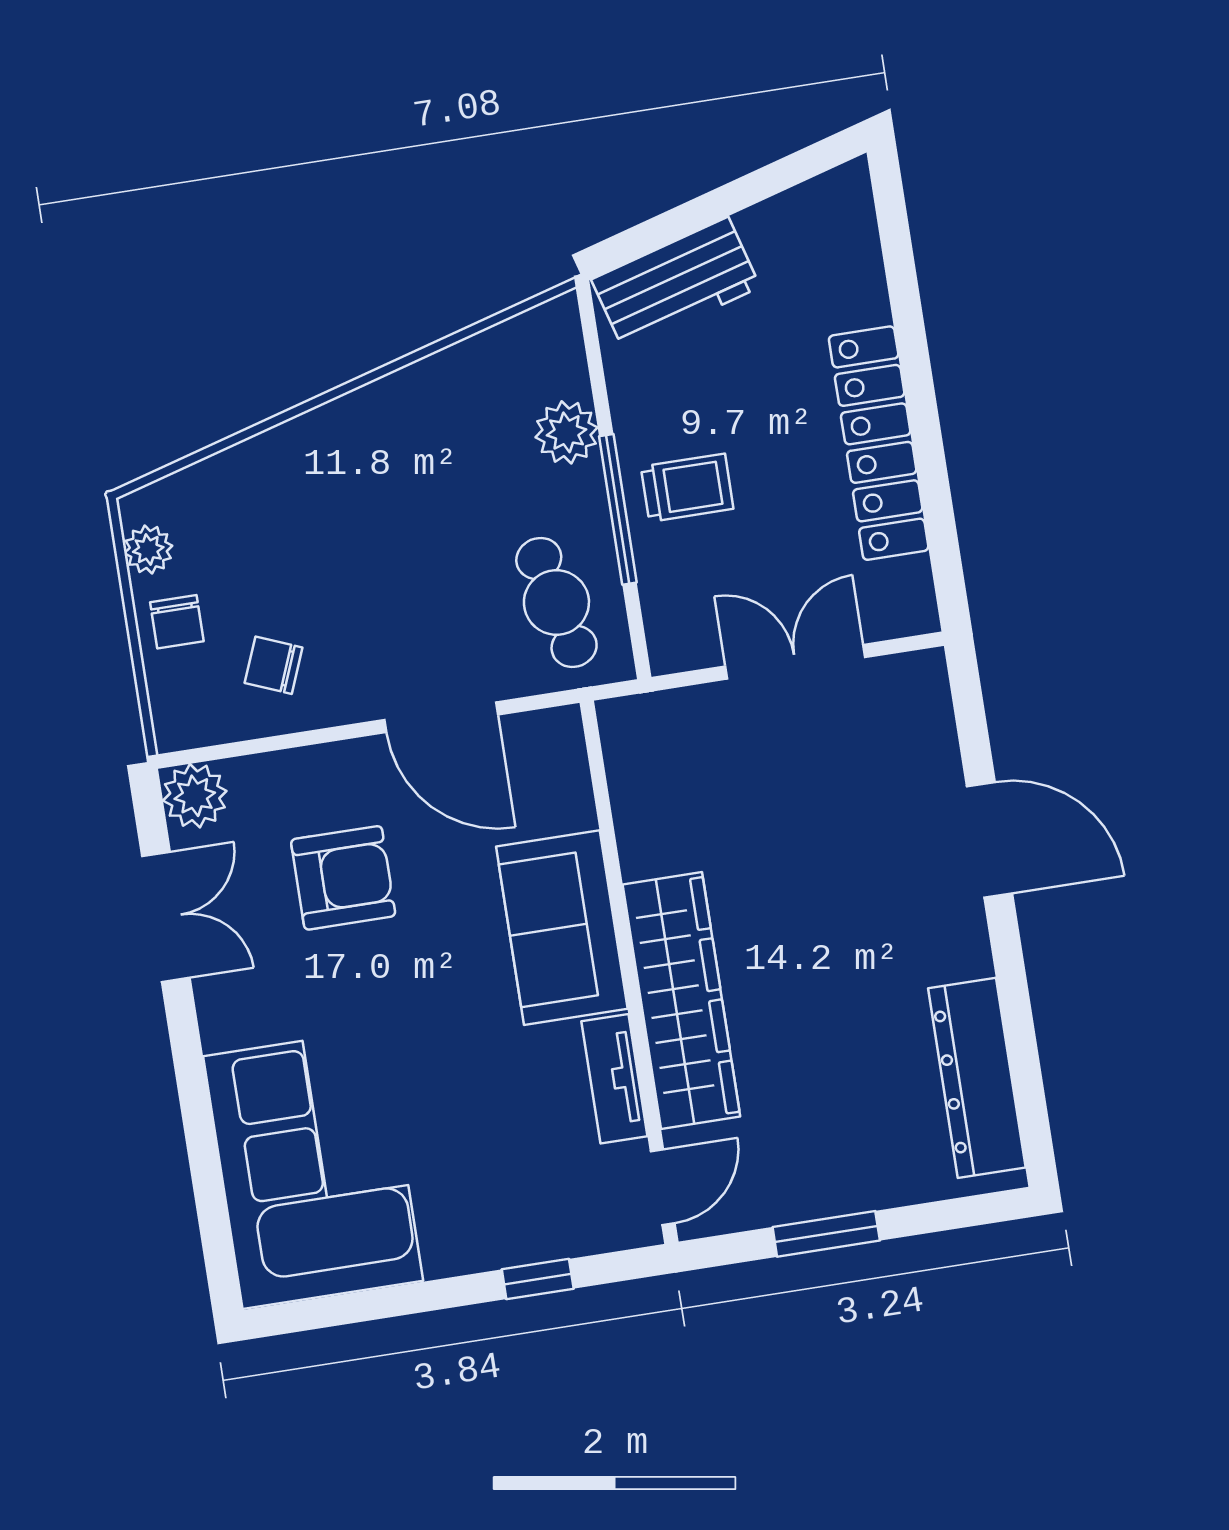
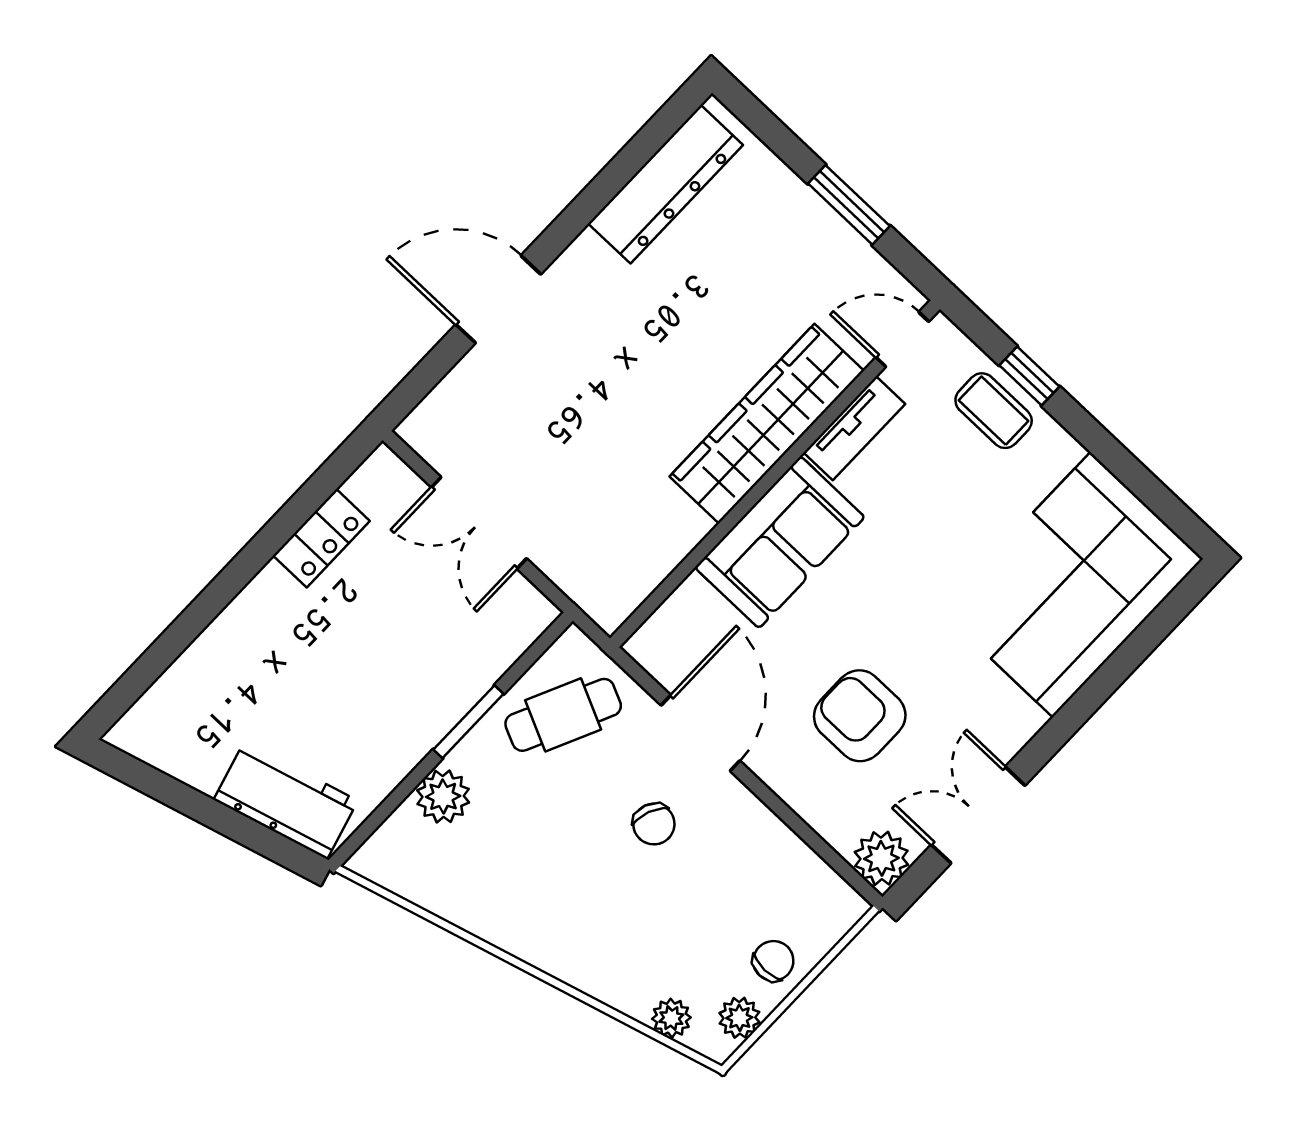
locker: (879, 443) -> (321, 538), width x0.46, depth x0.83
plant: (197, 486) -> (671, 1018), added
trolley: (687, 488) -> (418, 686), removed
window: (618, 509) -> (468, 722), width x0.69
cafe table: (556, 603) -> (563, 715), turned 38
chair: (274, 665) -> (654, 824), moved
door: (990, 840) -> (498, 299), hinge flipped
coffee table: (531, 1221) -> (994, 411), added

